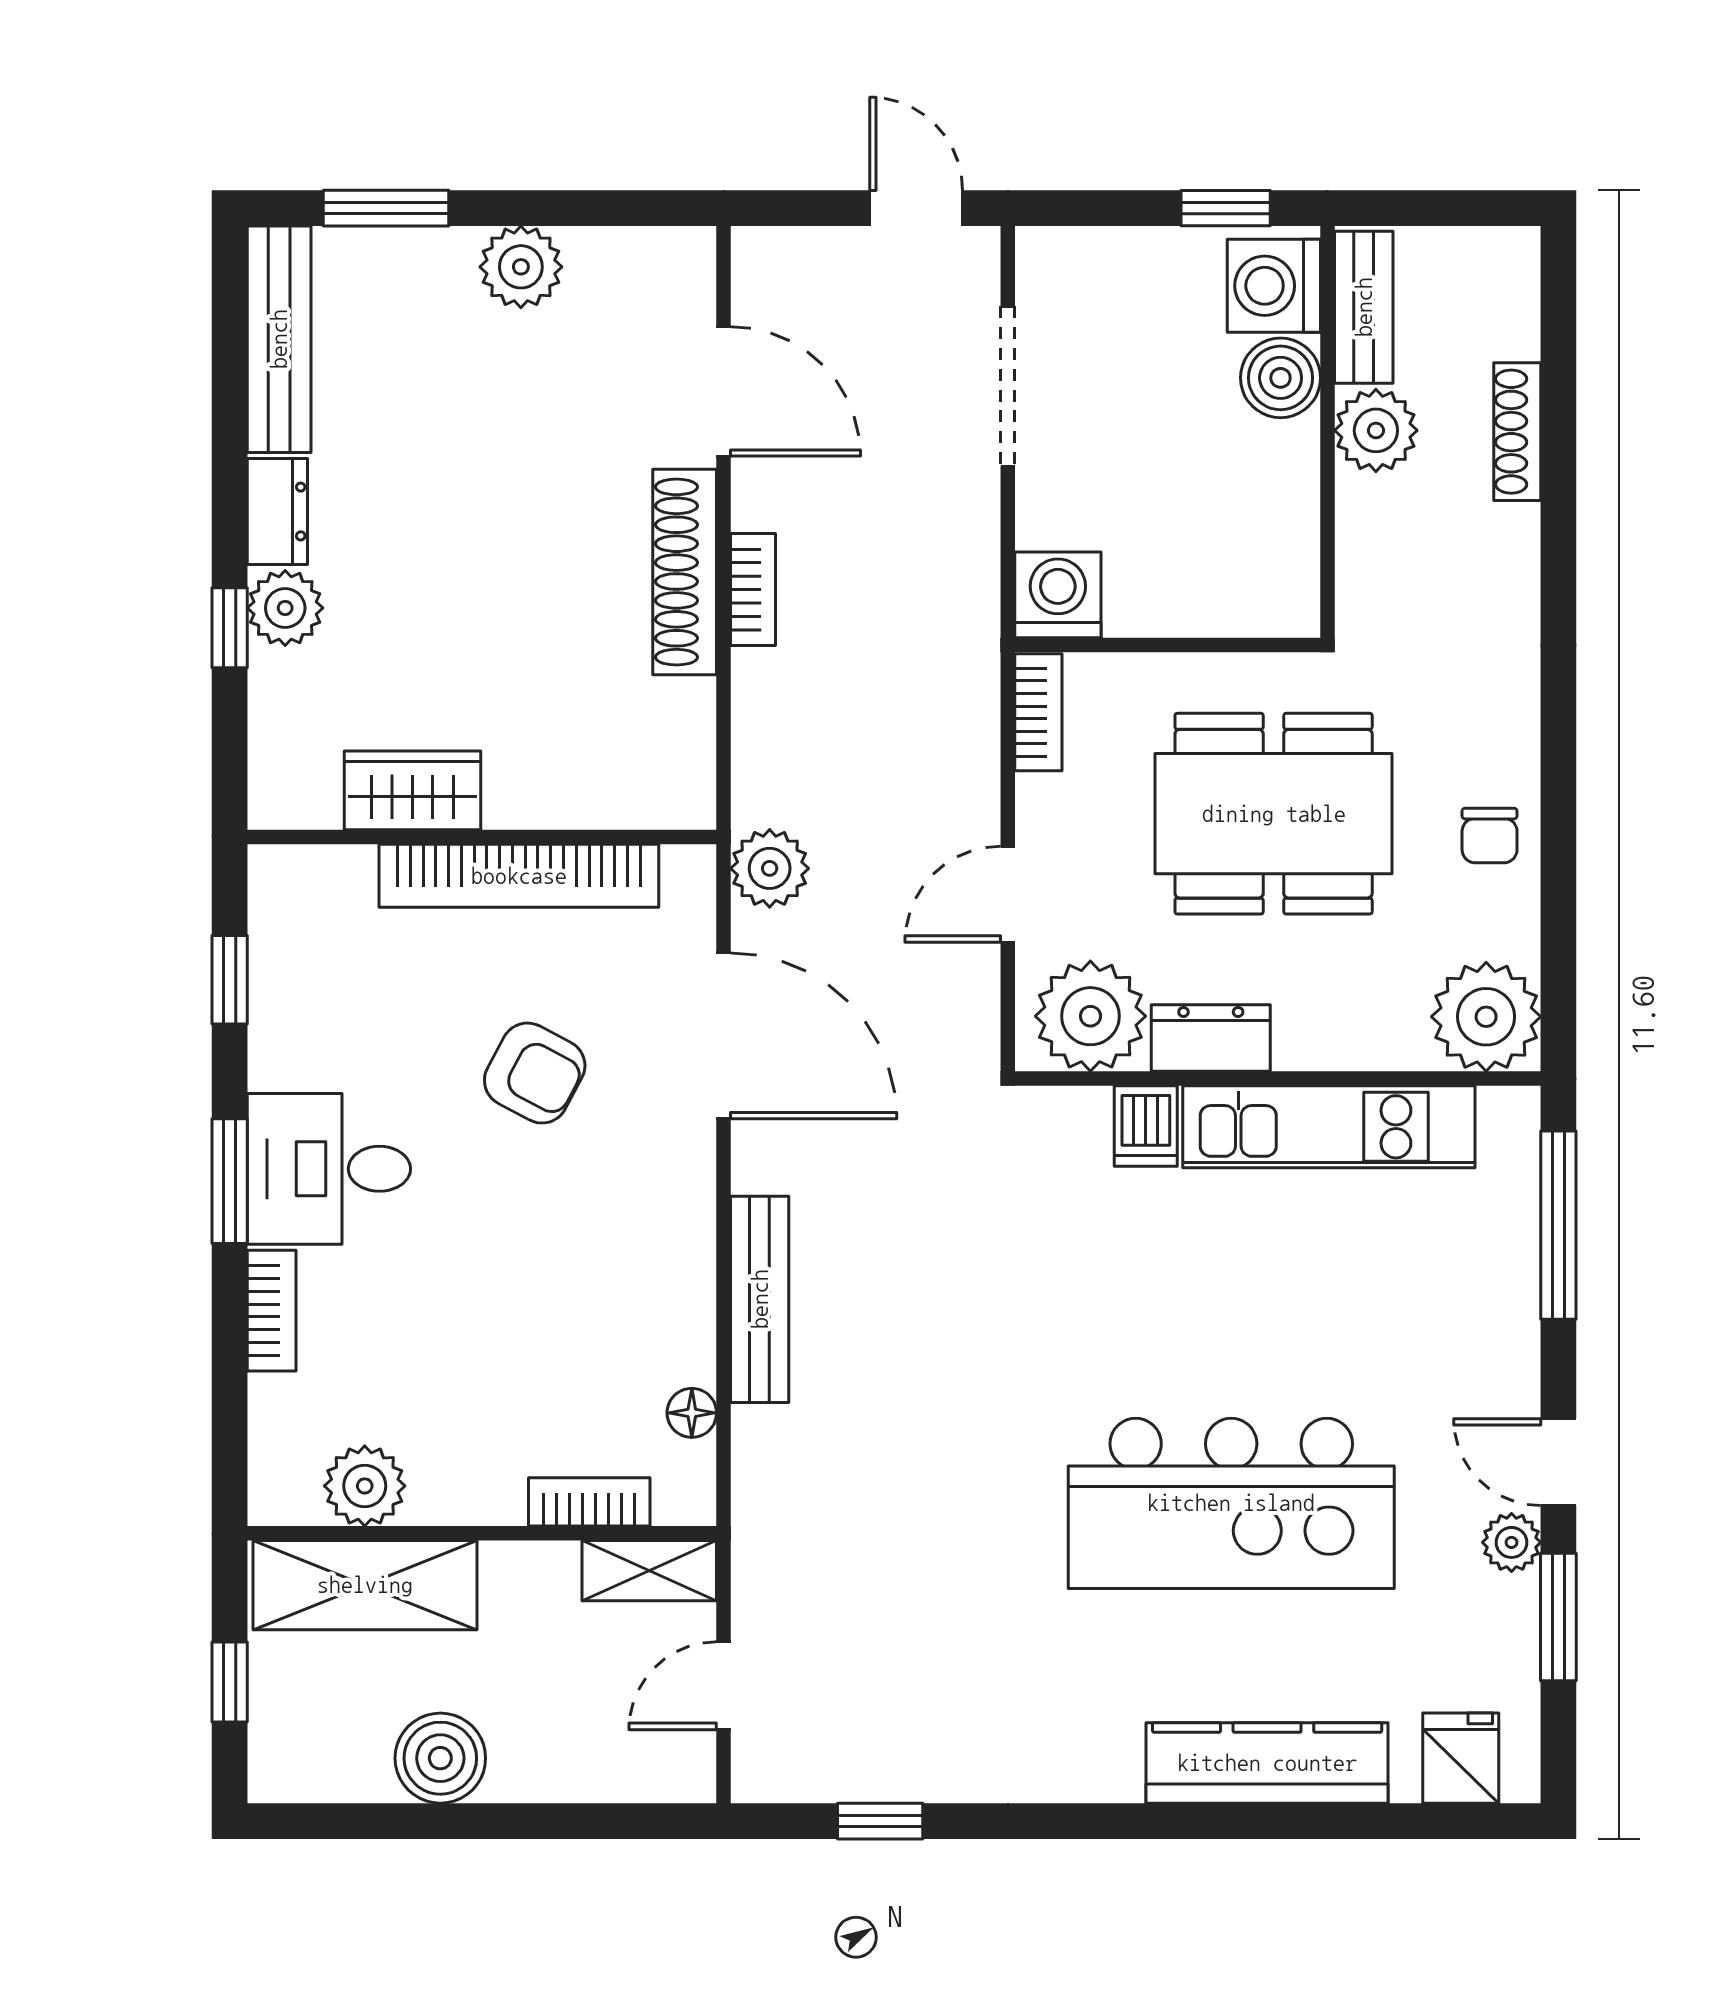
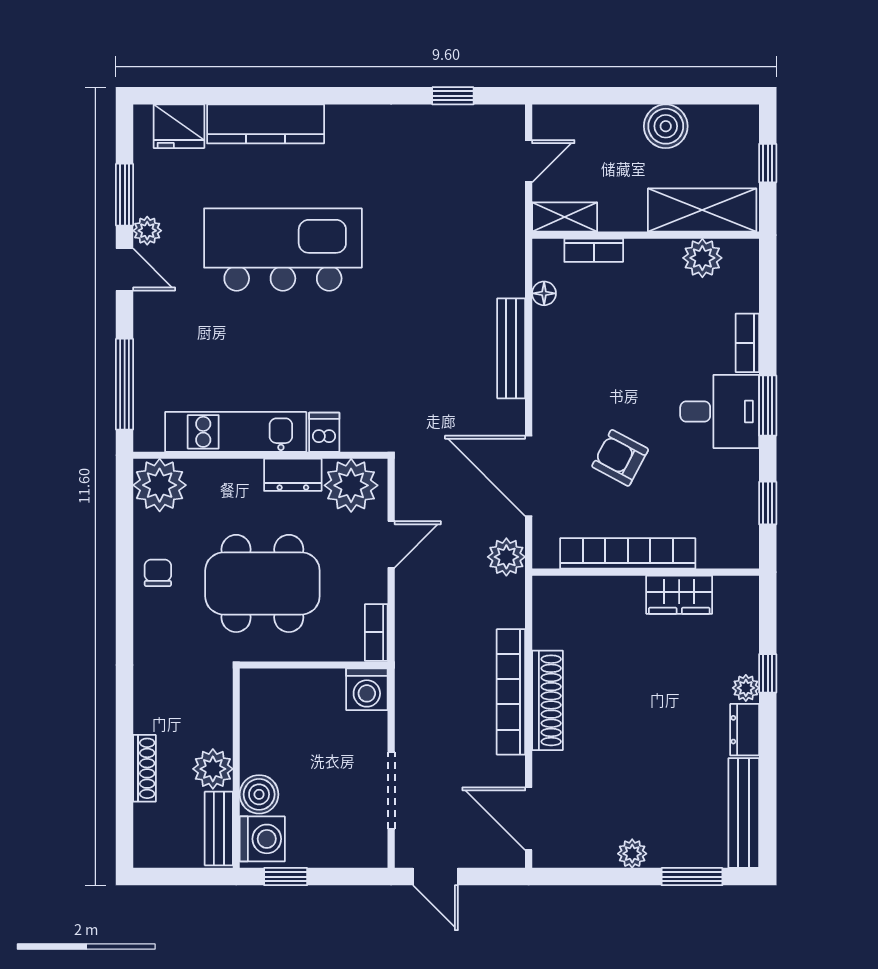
plant: (521, 267) -> (632, 854), width x0.73, depth x0.73
door: (724, 391) -> (529, 819), moved
bookcase: (753, 589) -> (511, 692), width x2.31, depth x1.31
plant: (285, 608) -> (746, 688), width x0.73, depth x0.73
fridge: (1461, 1758) -> (179, 126), width x1.38

